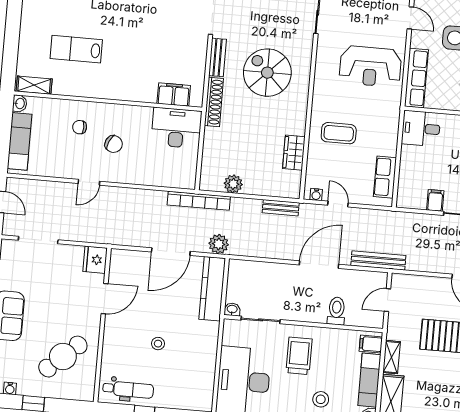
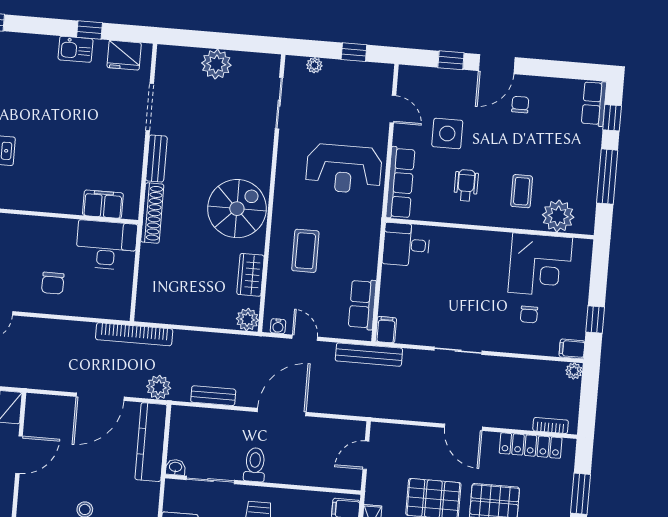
spiral stairs: (267, 73) -> (237, 209), moved, turned 90
coffee table: (339, 133) -> (305, 251), turned 90
chair: (114, 144) -> (53, 283), moved, turned 65
plant: (233, 184) -> (247, 319), moved
filing cabinet: (435, 200) -> (386, 330), moved
bench: (281, 208) -> (213, 396), moved
bench: (378, 260) -> (369, 355), moved
toilet: (336, 311) -> (255, 465), moved

